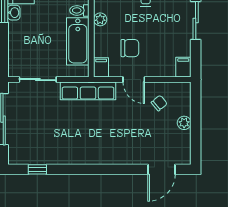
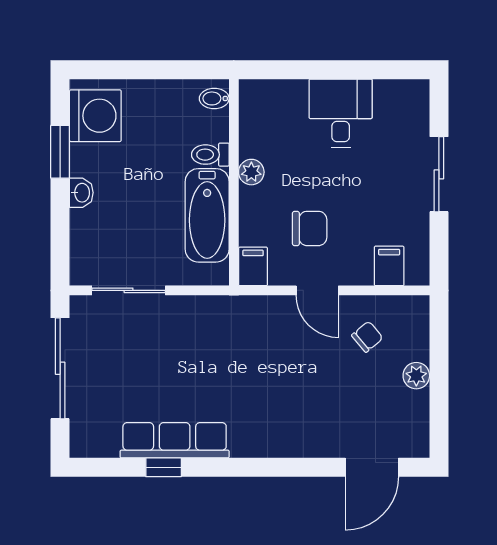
washbasin: (14, 13) -> (81, 193), moved
filing cabinet: (183, 67) -> (389, 266), moved
row of seats: (88, 91) -> (175, 440), moved, turned 180
window: (37, 169) -> (164, 467), moved

